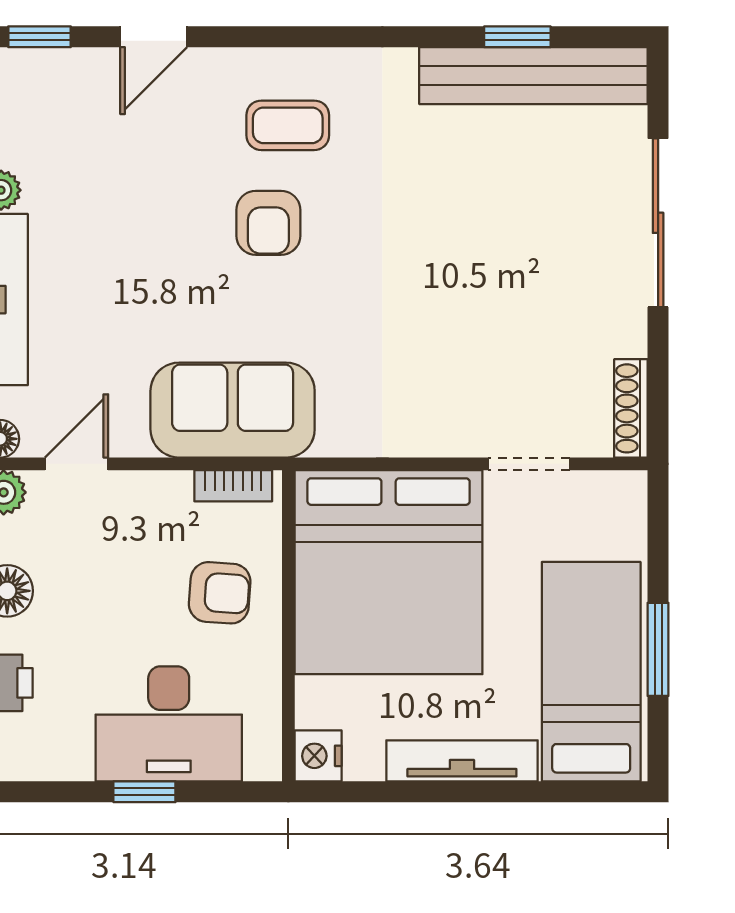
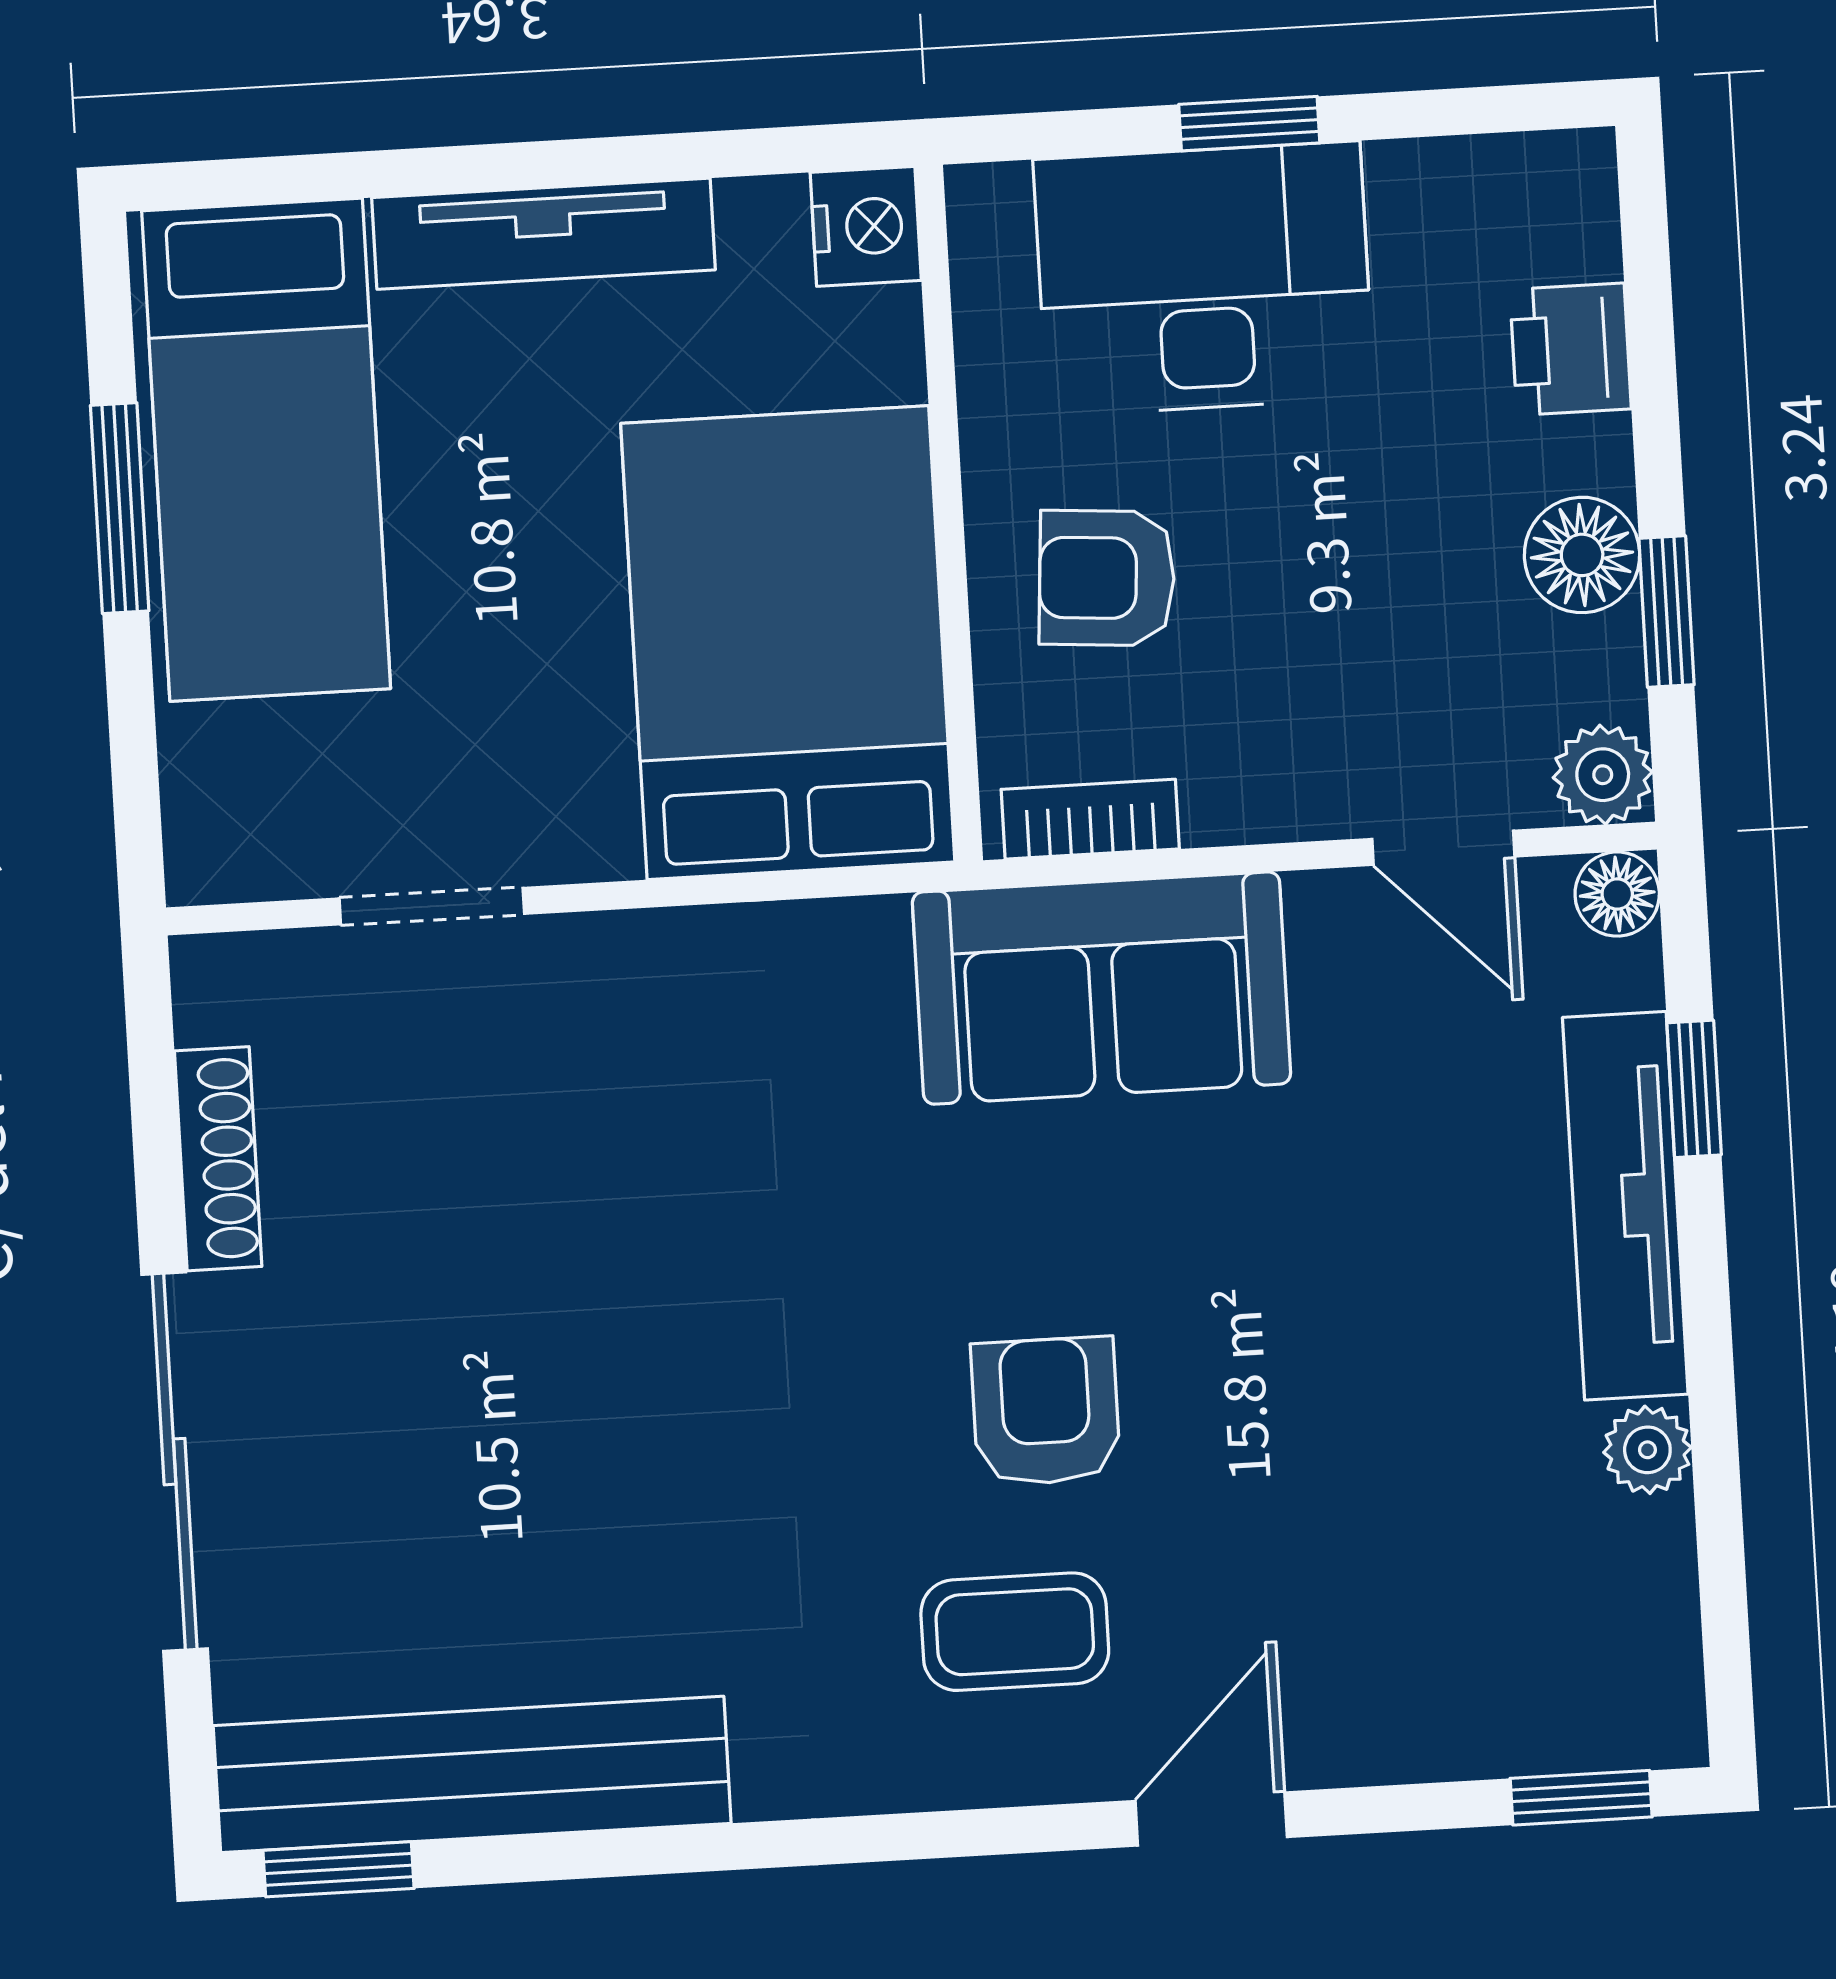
door: (154, 37) -> (1211, 1819), moved
window: (517, 37) -> (339, 1869), moved
shoe rack: (631, 408) -> (218, 1159), moved
door: (77, 464) -> (1443, 848), hinge flipped
bed: (389, 572) -> (788, 643), width x0.73

